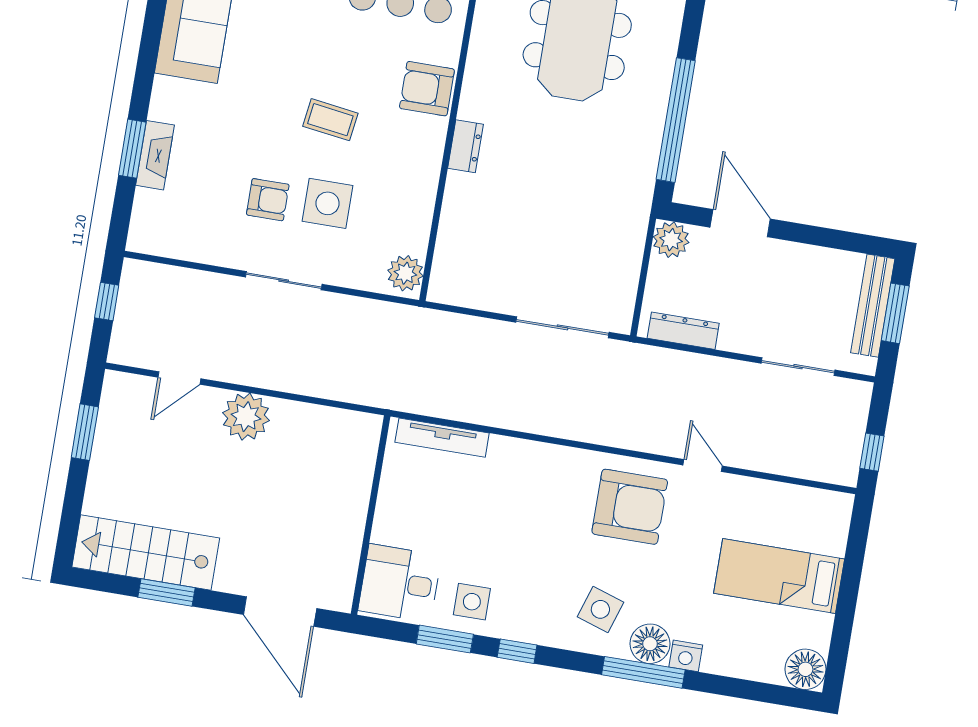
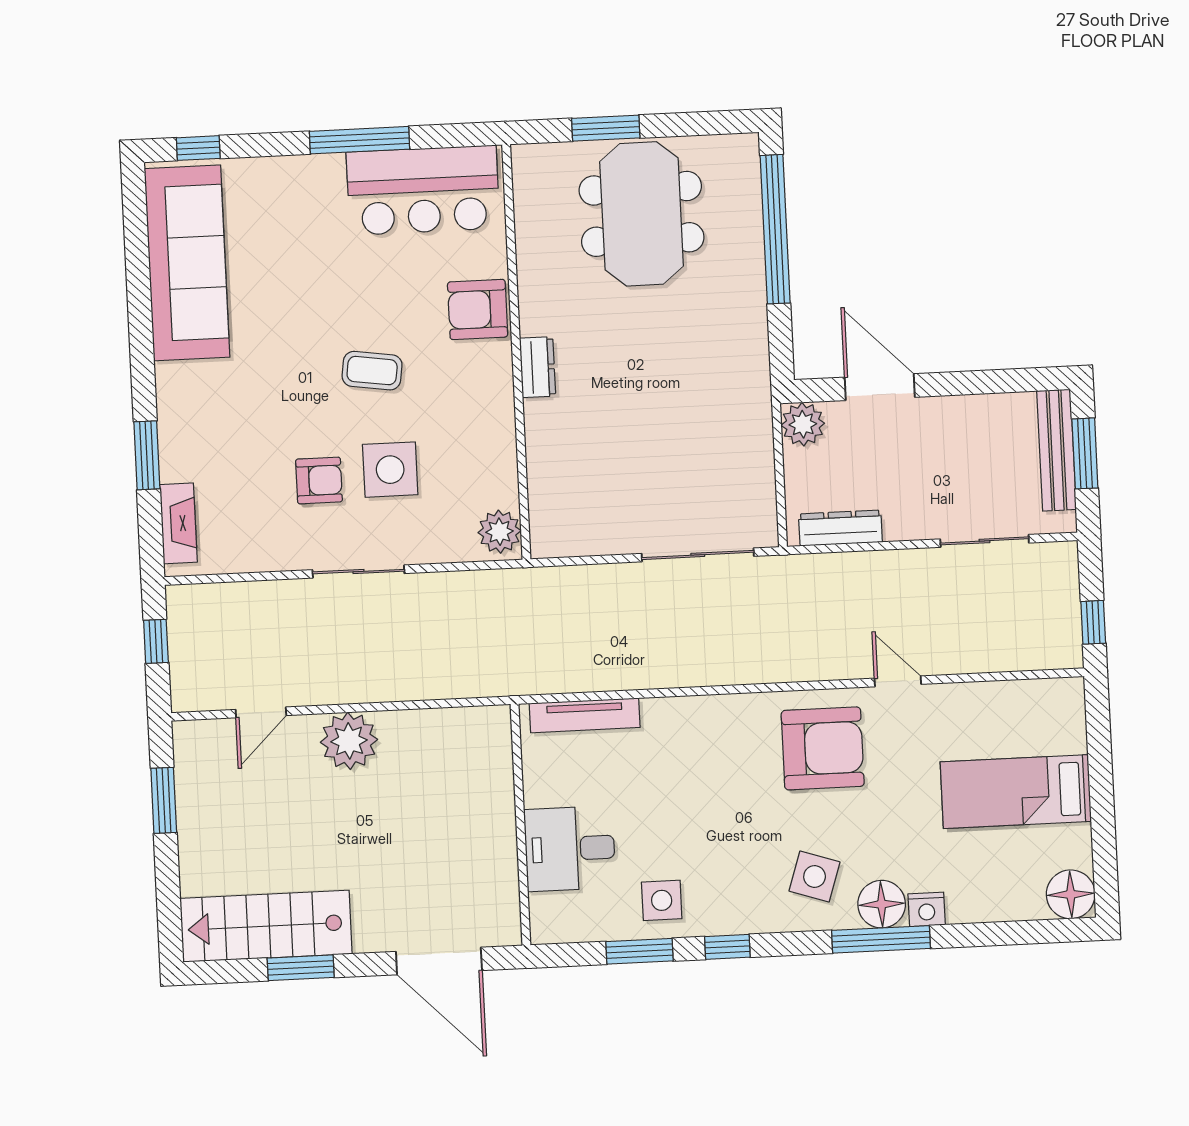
window: (676, 120) -> (775, 229), moved
fireplace: (155, 155) -> (178, 523), moved
desk: (400, 583) -> (570, 849), moved

